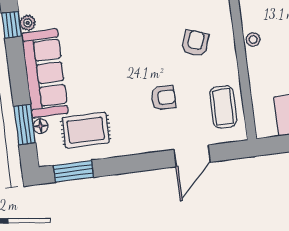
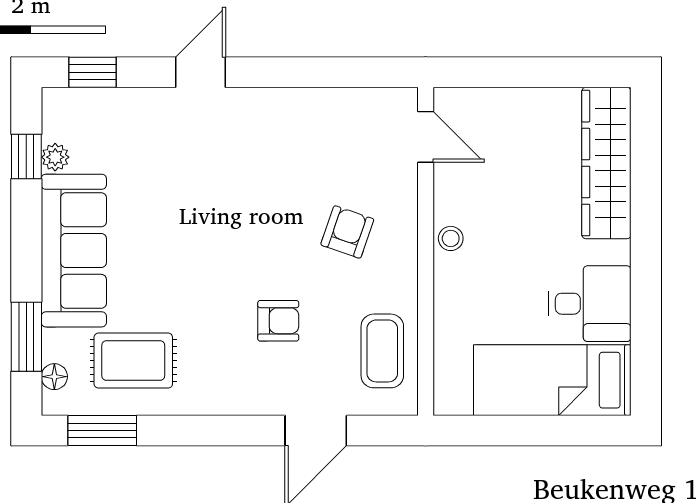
floor lamp: (41, 126) -> (54, 377), moved

